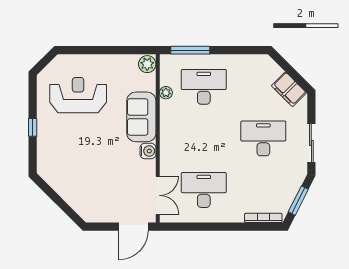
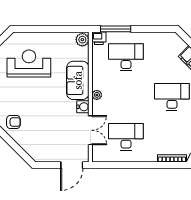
printer: (169, 62) -> (99, 38), added
plant: (166, 93) -> (97, 95), moved
armchair: (58, 171) -> (13, 122), added
double door: (158, 195) -> (90, 130), moved

